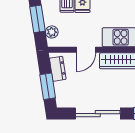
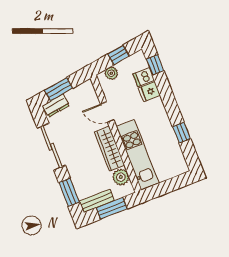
window: (38, 19) -> (118, 55), width x0.67
dresser: (58, 69) -> (56, 106), moved

